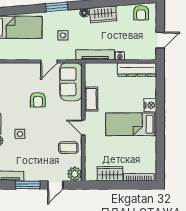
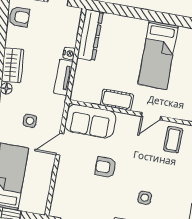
tv unit: (95, 55) -> (63, 77), width x0.71
door: (49, 61) -> (60, 144), swing flipped
armchair: (38, 100) -> (106, 167), turned 180
nightstand: (150, 105) -> (138, 26), removed

